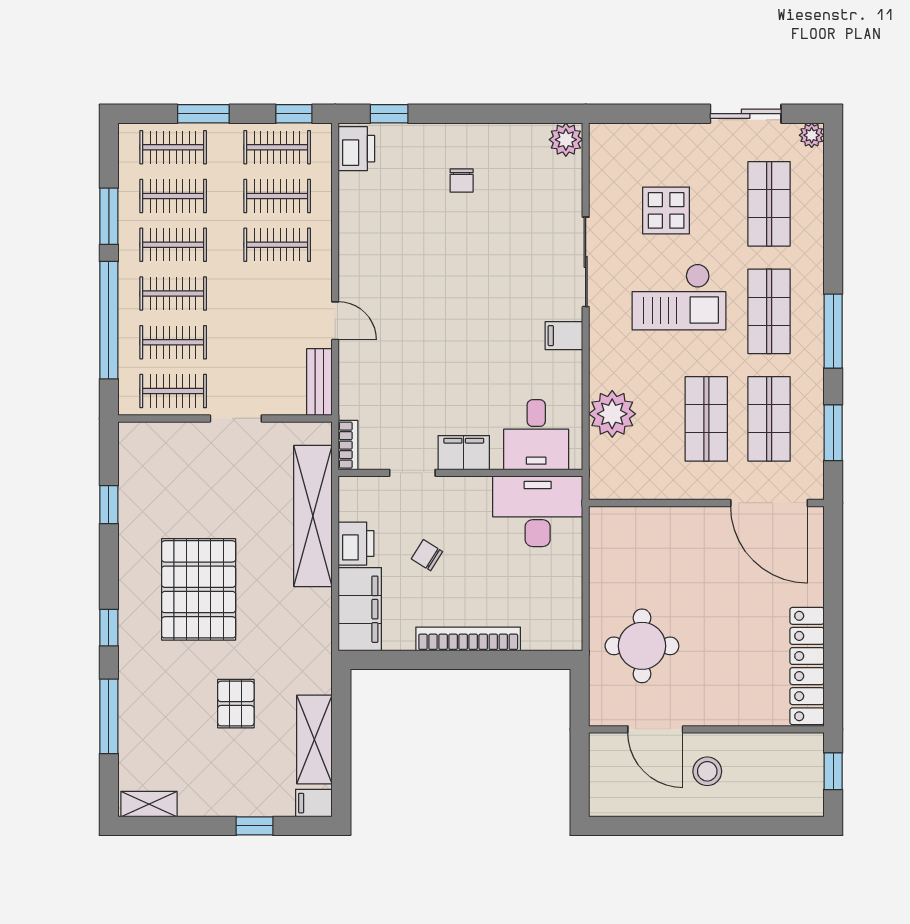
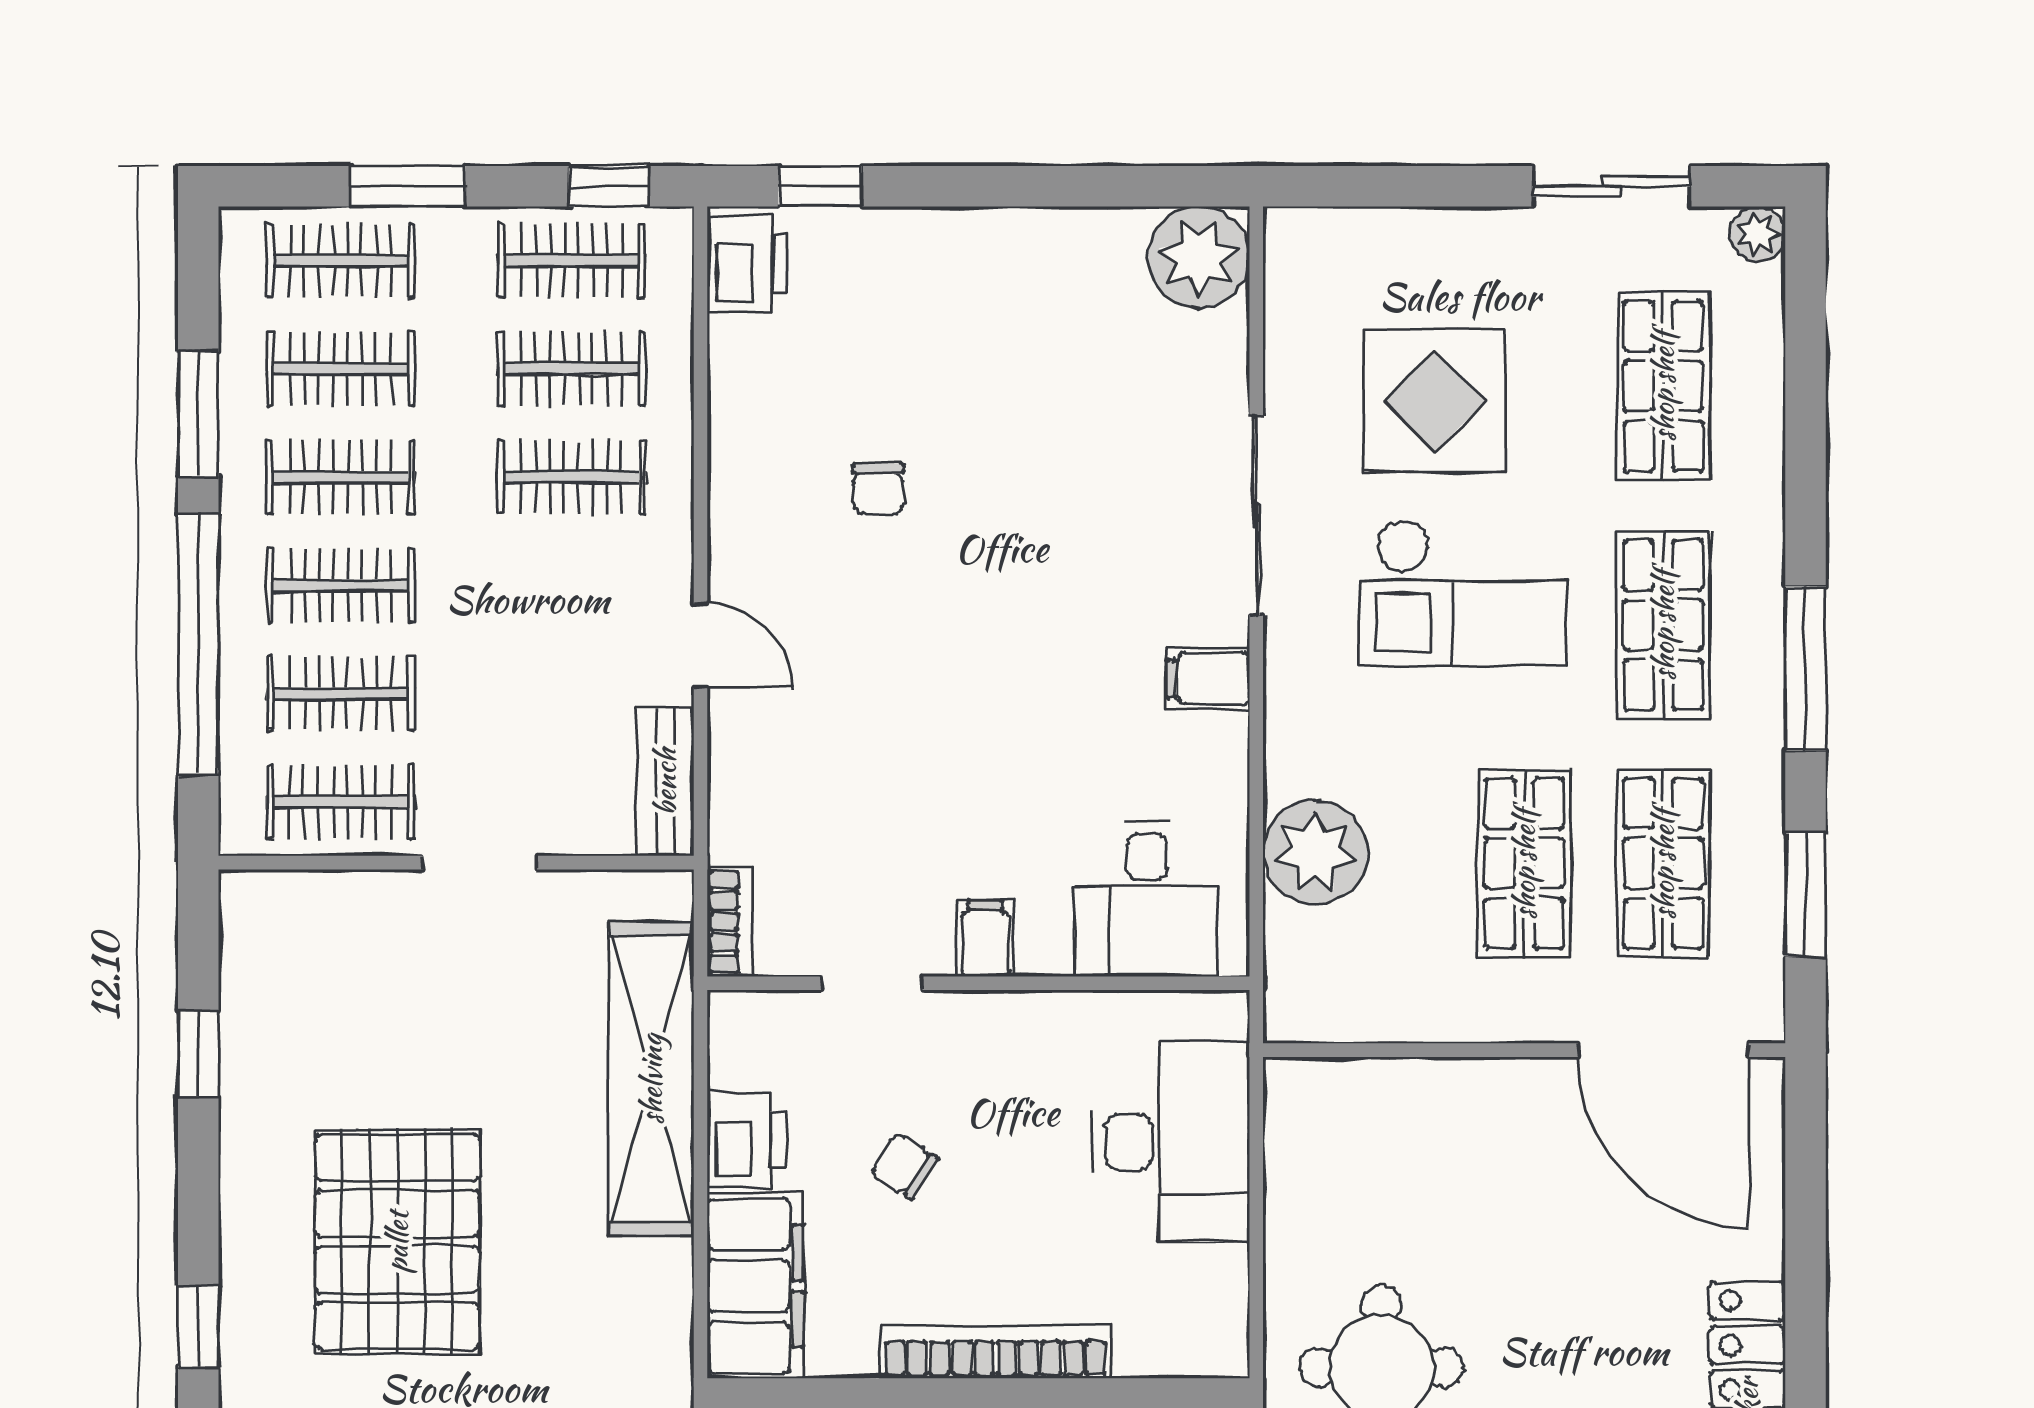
plant: (566, 140) -> (1199, 257), width x1.36, depth x1.36
chair: (462, 180) -> (878, 489), moved
display table: (666, 210) -> (1435, 401), width x1.36, depth x1.36
filing cabinet: (464, 453) -> (986, 938), width x0.50
desk: (538, 511) -> (1171, 1142), moved, turned 90

